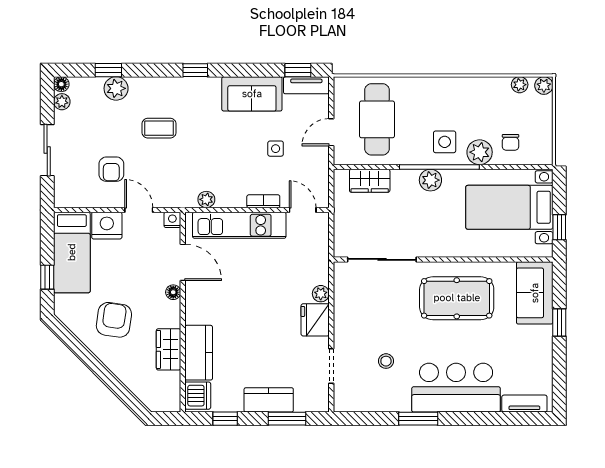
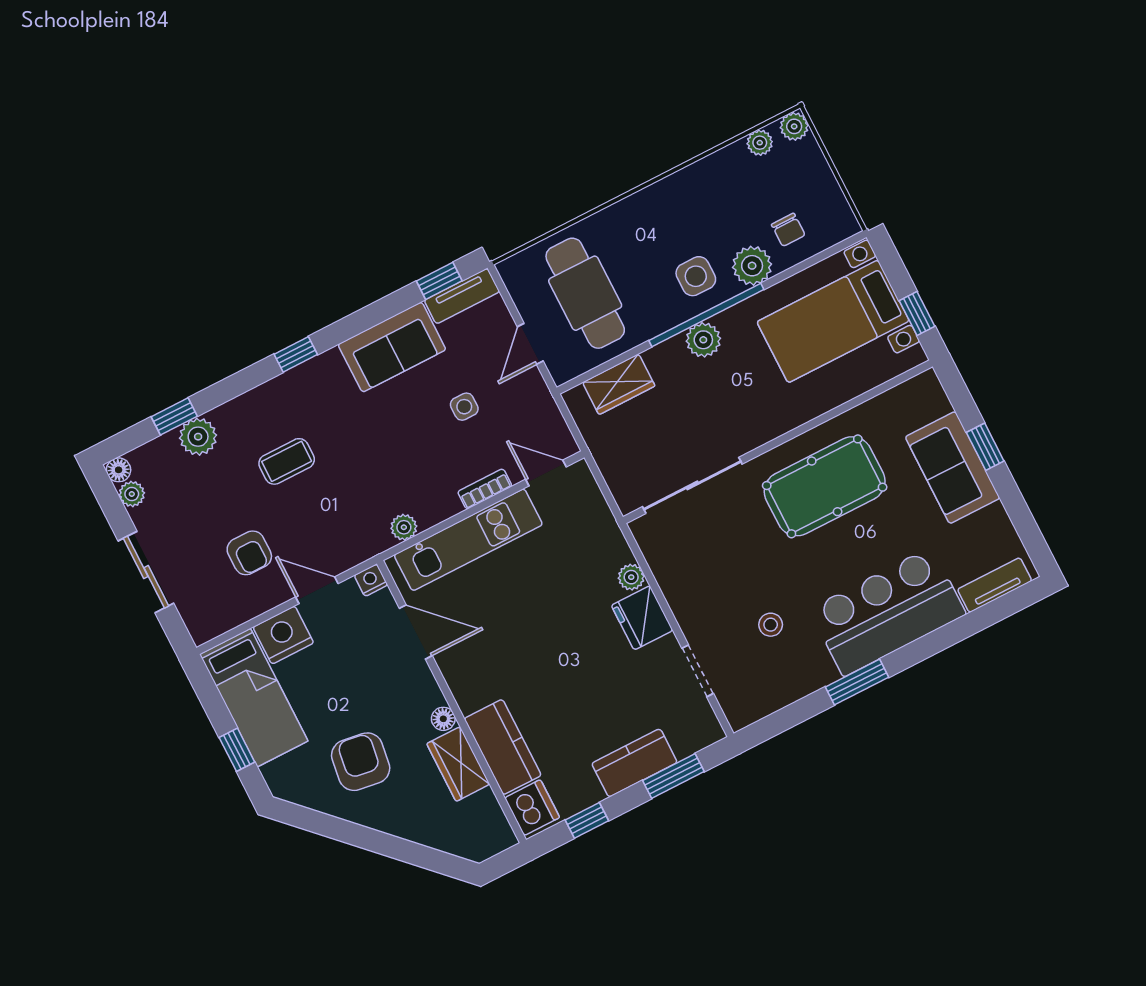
floor lamp: (173, 292) -> (443, 719), moved
sofa: (535, 293) -> (953, 468), moved

